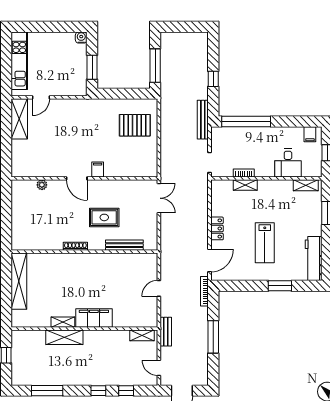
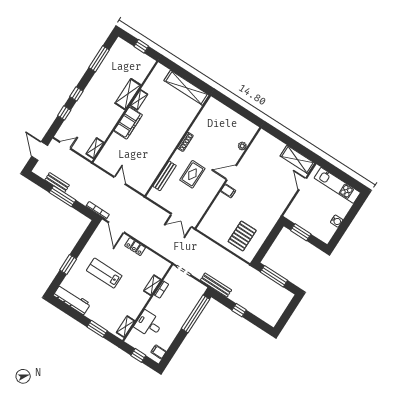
water cooler: (81, 38) -> (337, 221), moved
bench: (166, 332) -> (57, 183), moved

